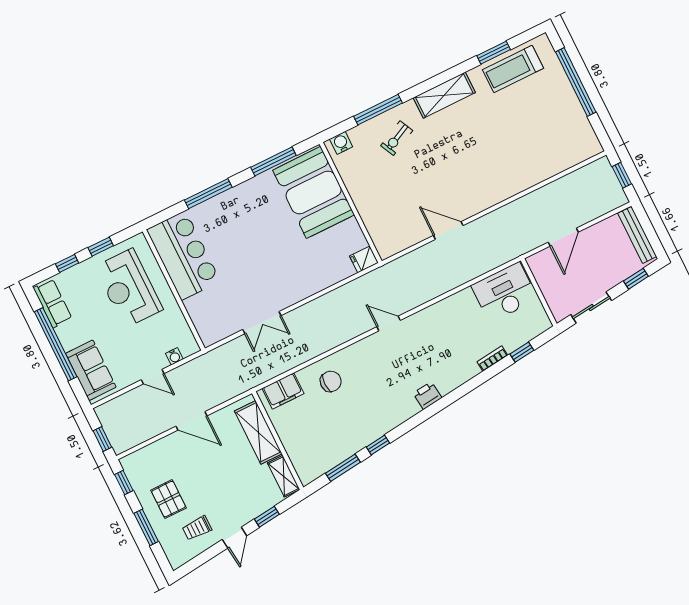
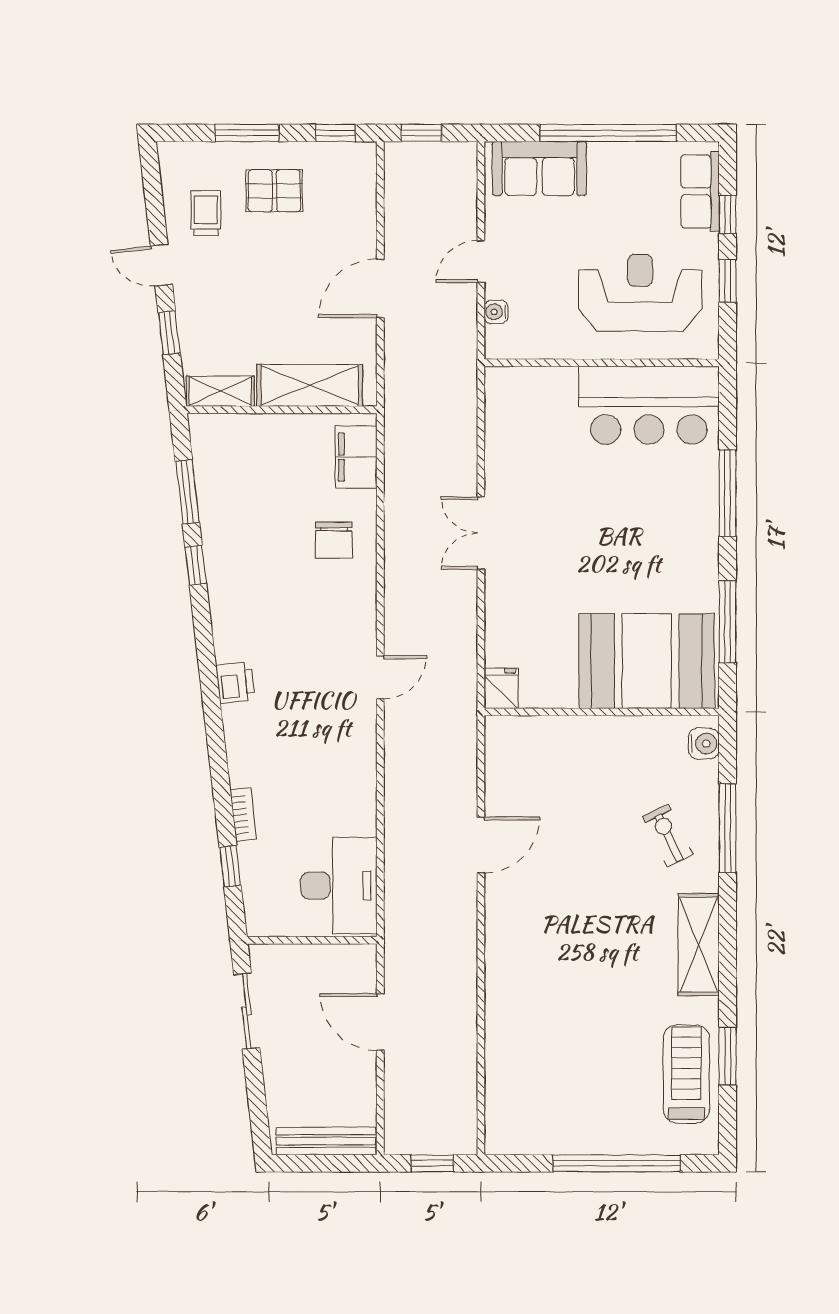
window: (636, 279) -> (257, 1105), removed
row of seats: (53, 303) -> (700, 191), moved, turned 90
double door: (262, 323) -> (481, 533), moved

